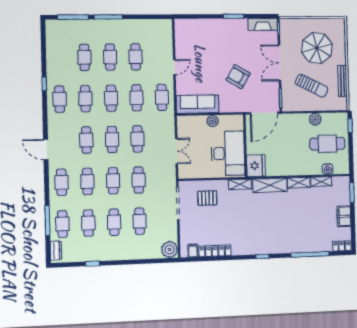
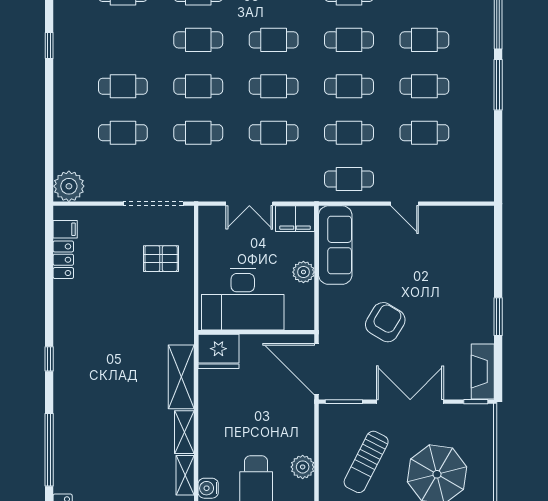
filing cabinet: (184, 126) -> (295, 219), added
shelving: (240, 184) -> (185, 320), removed
pallet: (207, 198) -> (161, 259), turned 90
cafe table: (88, 223) -> (123, 40), removed
locker: (215, 251) -> (63, 260), width x0.66

